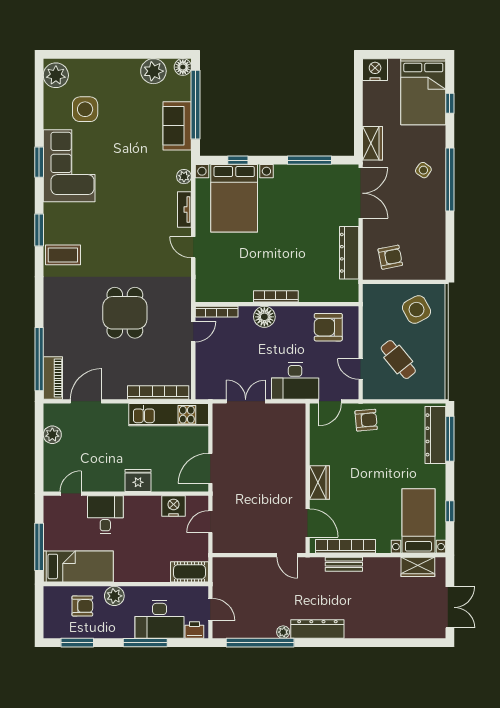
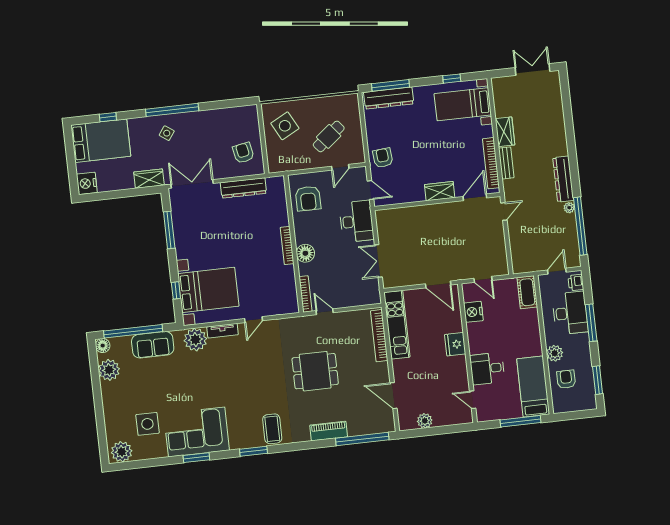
plant: (184, 177) -> (195, 340), width x1.88, depth x1.88
piano: (53, 378) -> (329, 431), moved
wardrobe: (418, 567) -> (505, 132), moved

